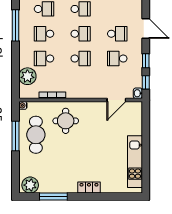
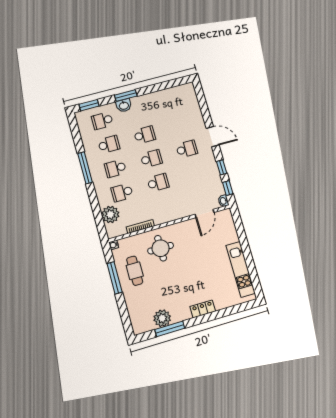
school desk: (117, 59) -> (194, 173), removed
cafe table: (36, 135) -> (135, 271), width x0.73, depth x0.74
plant: (30, 185) -> (162, 318), moved

